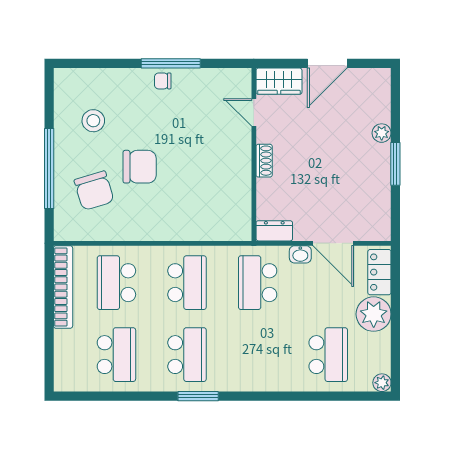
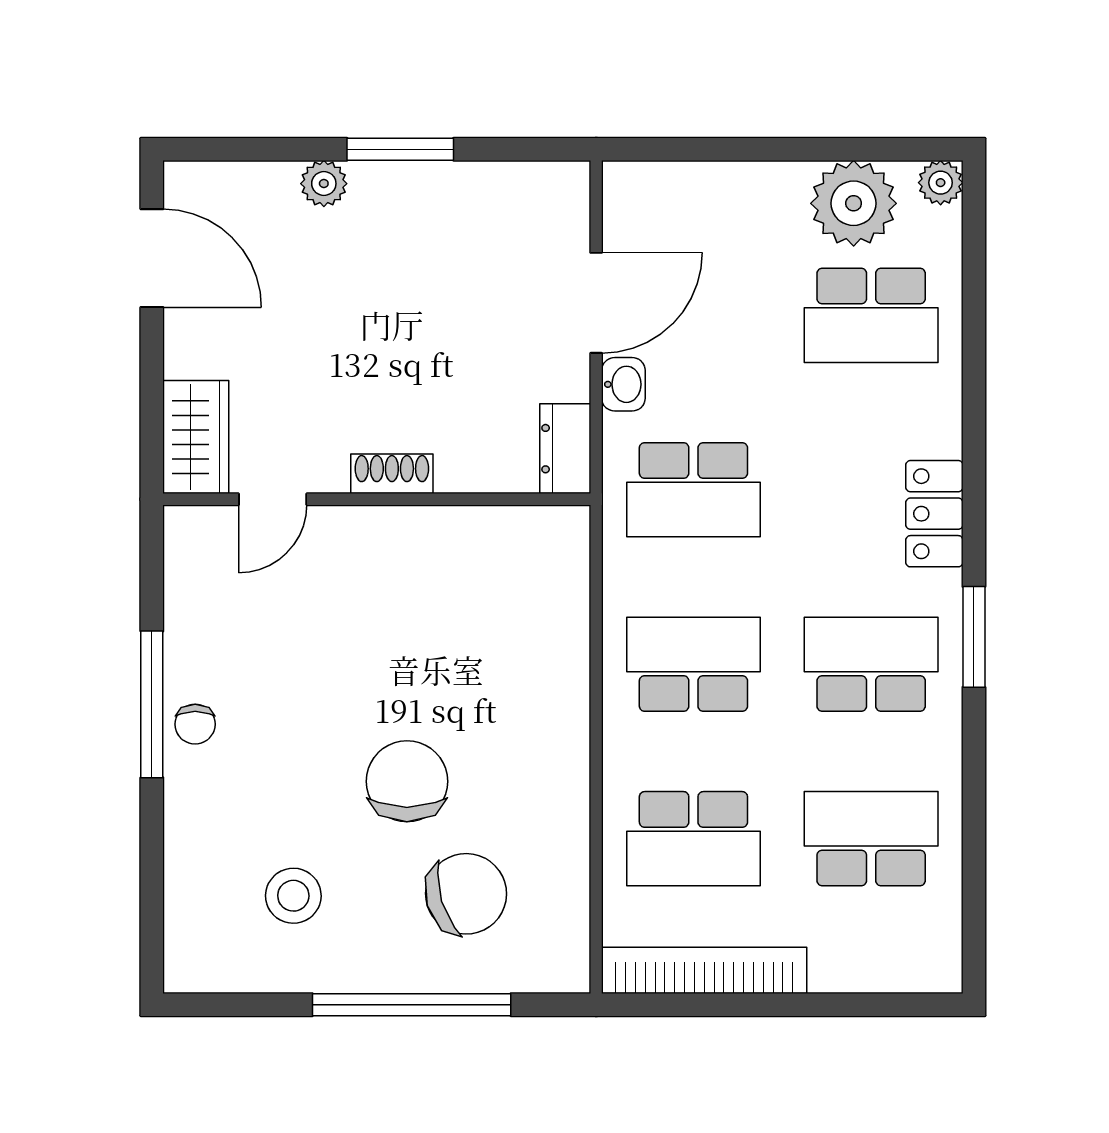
door: (327, 63) -> (152, 258), moved
locker: (379, 272) -> (934, 514), moved, turned 90
plant: (374, 314) -> (854, 203), moved
school desk: (328, 355) -> (871, 315), turned 180

